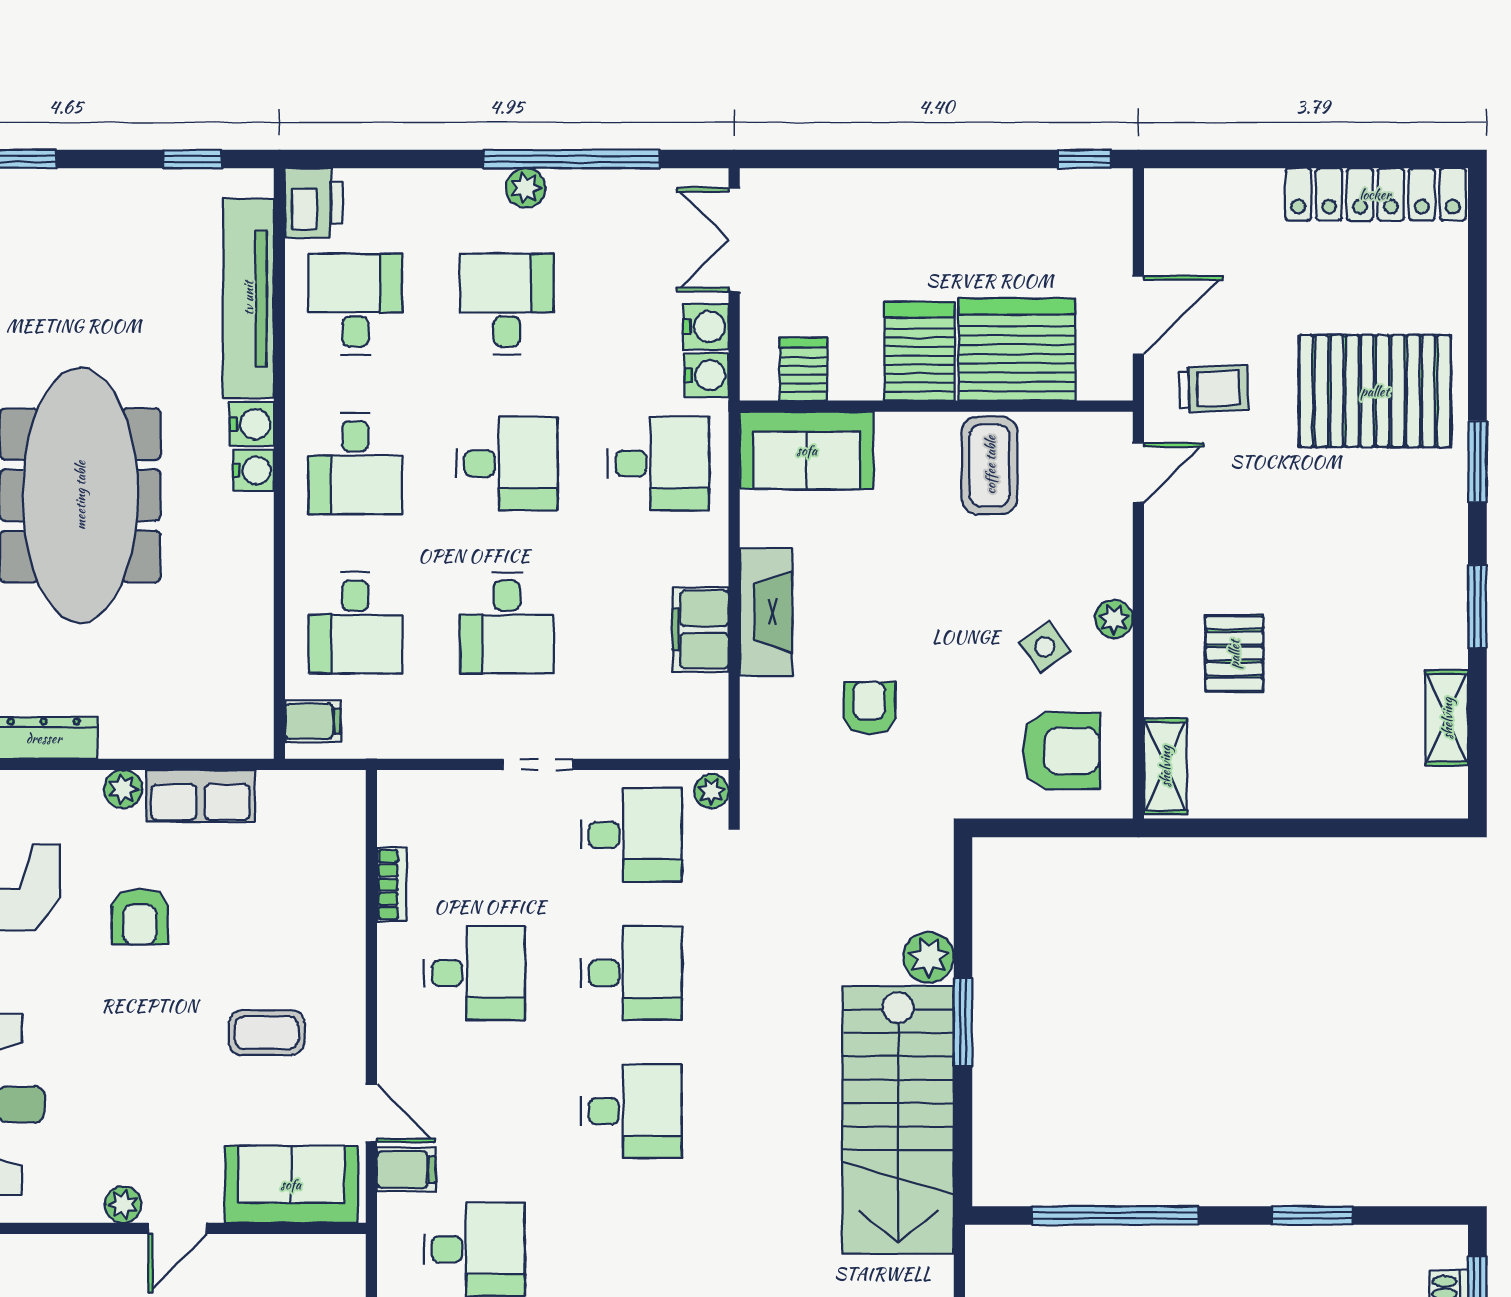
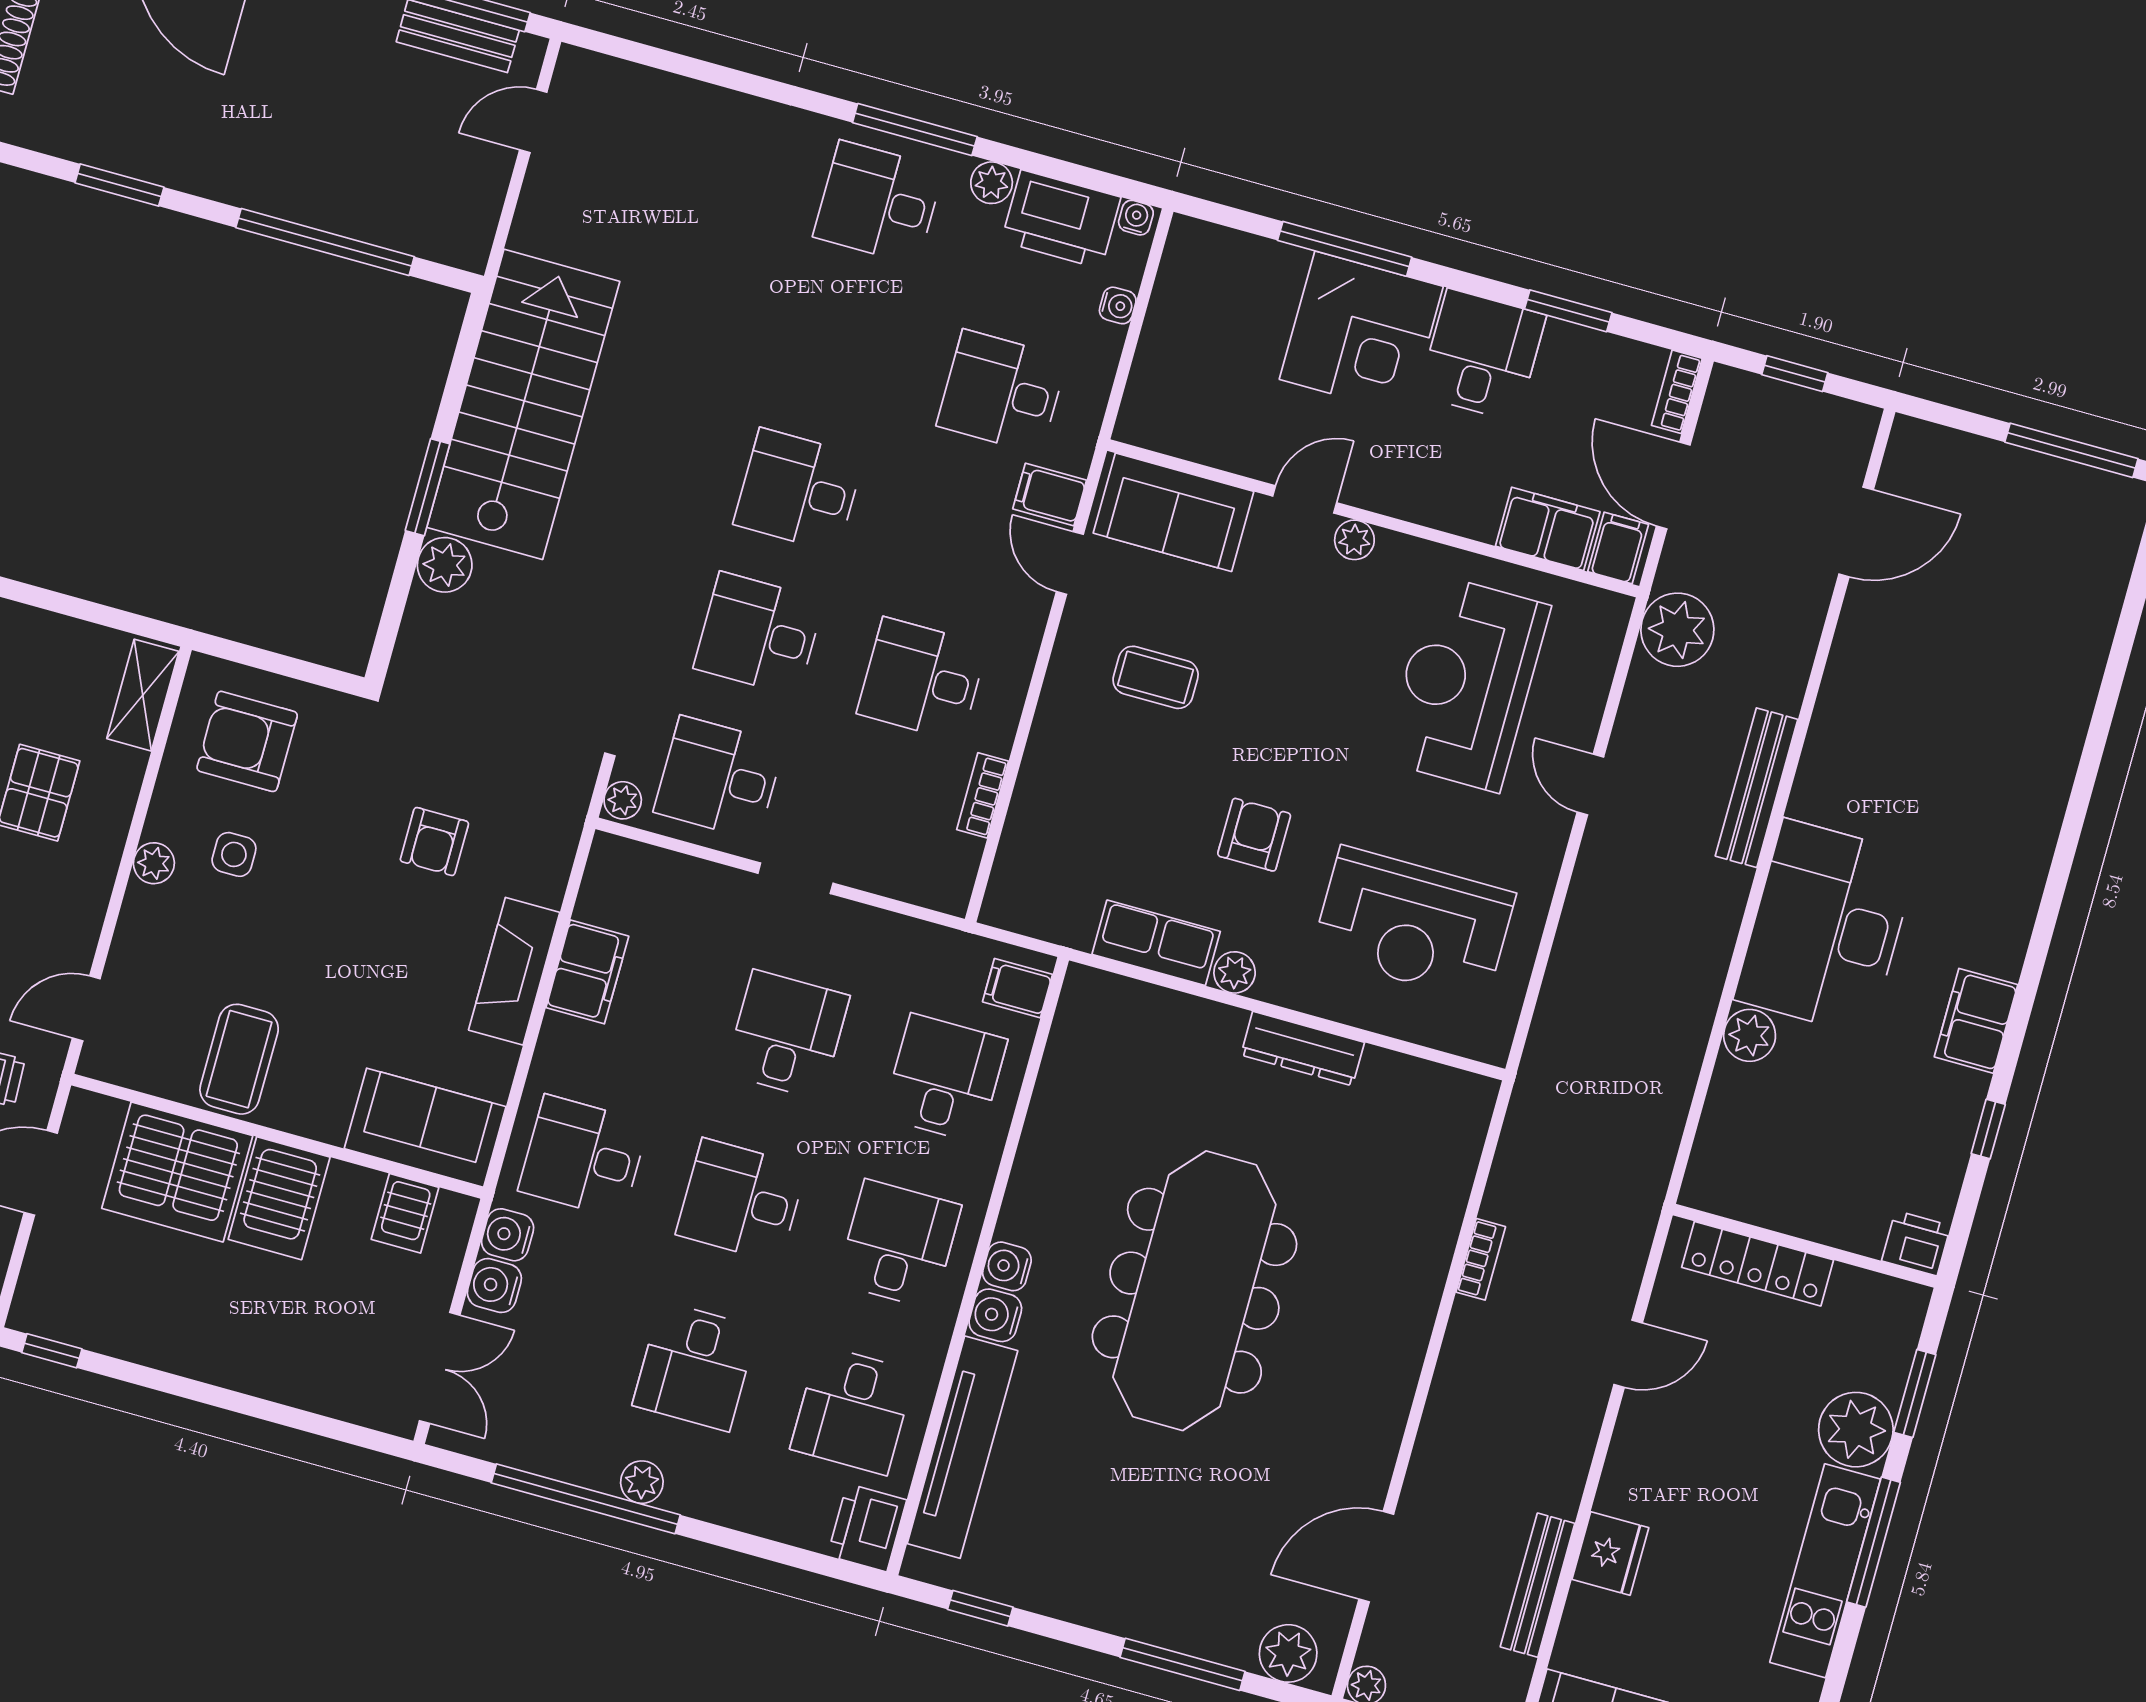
side table: (1045, 647) -> (234, 854), turned 36

